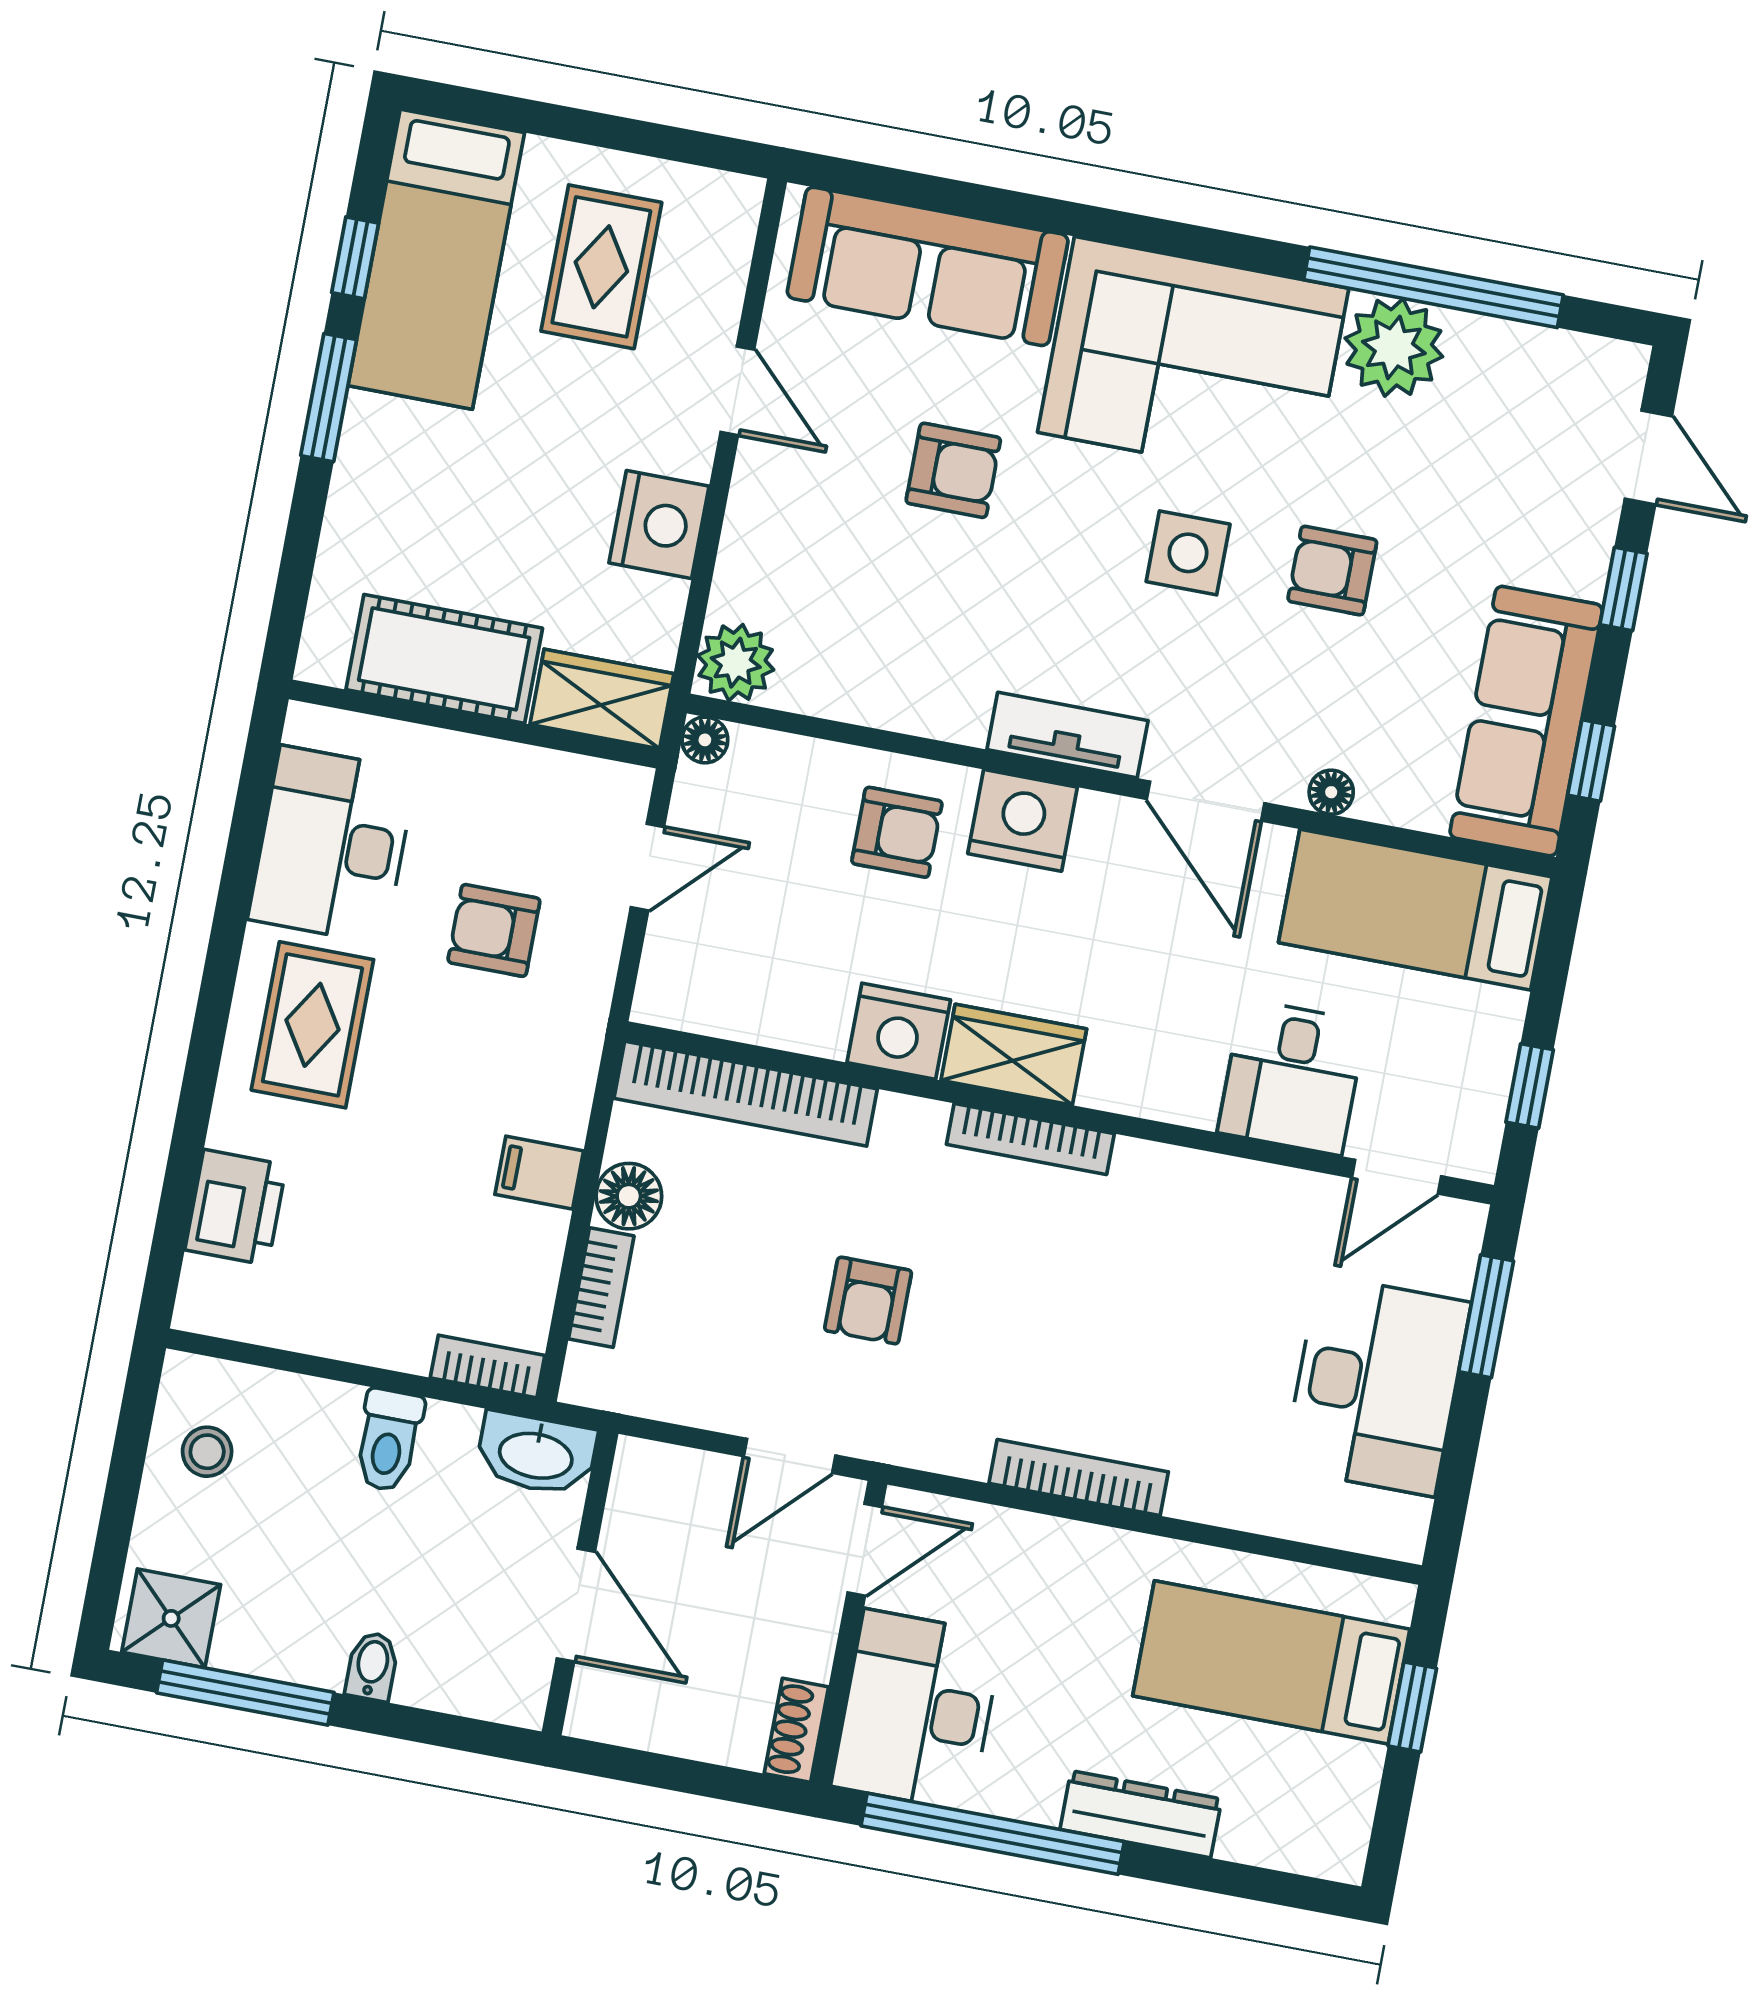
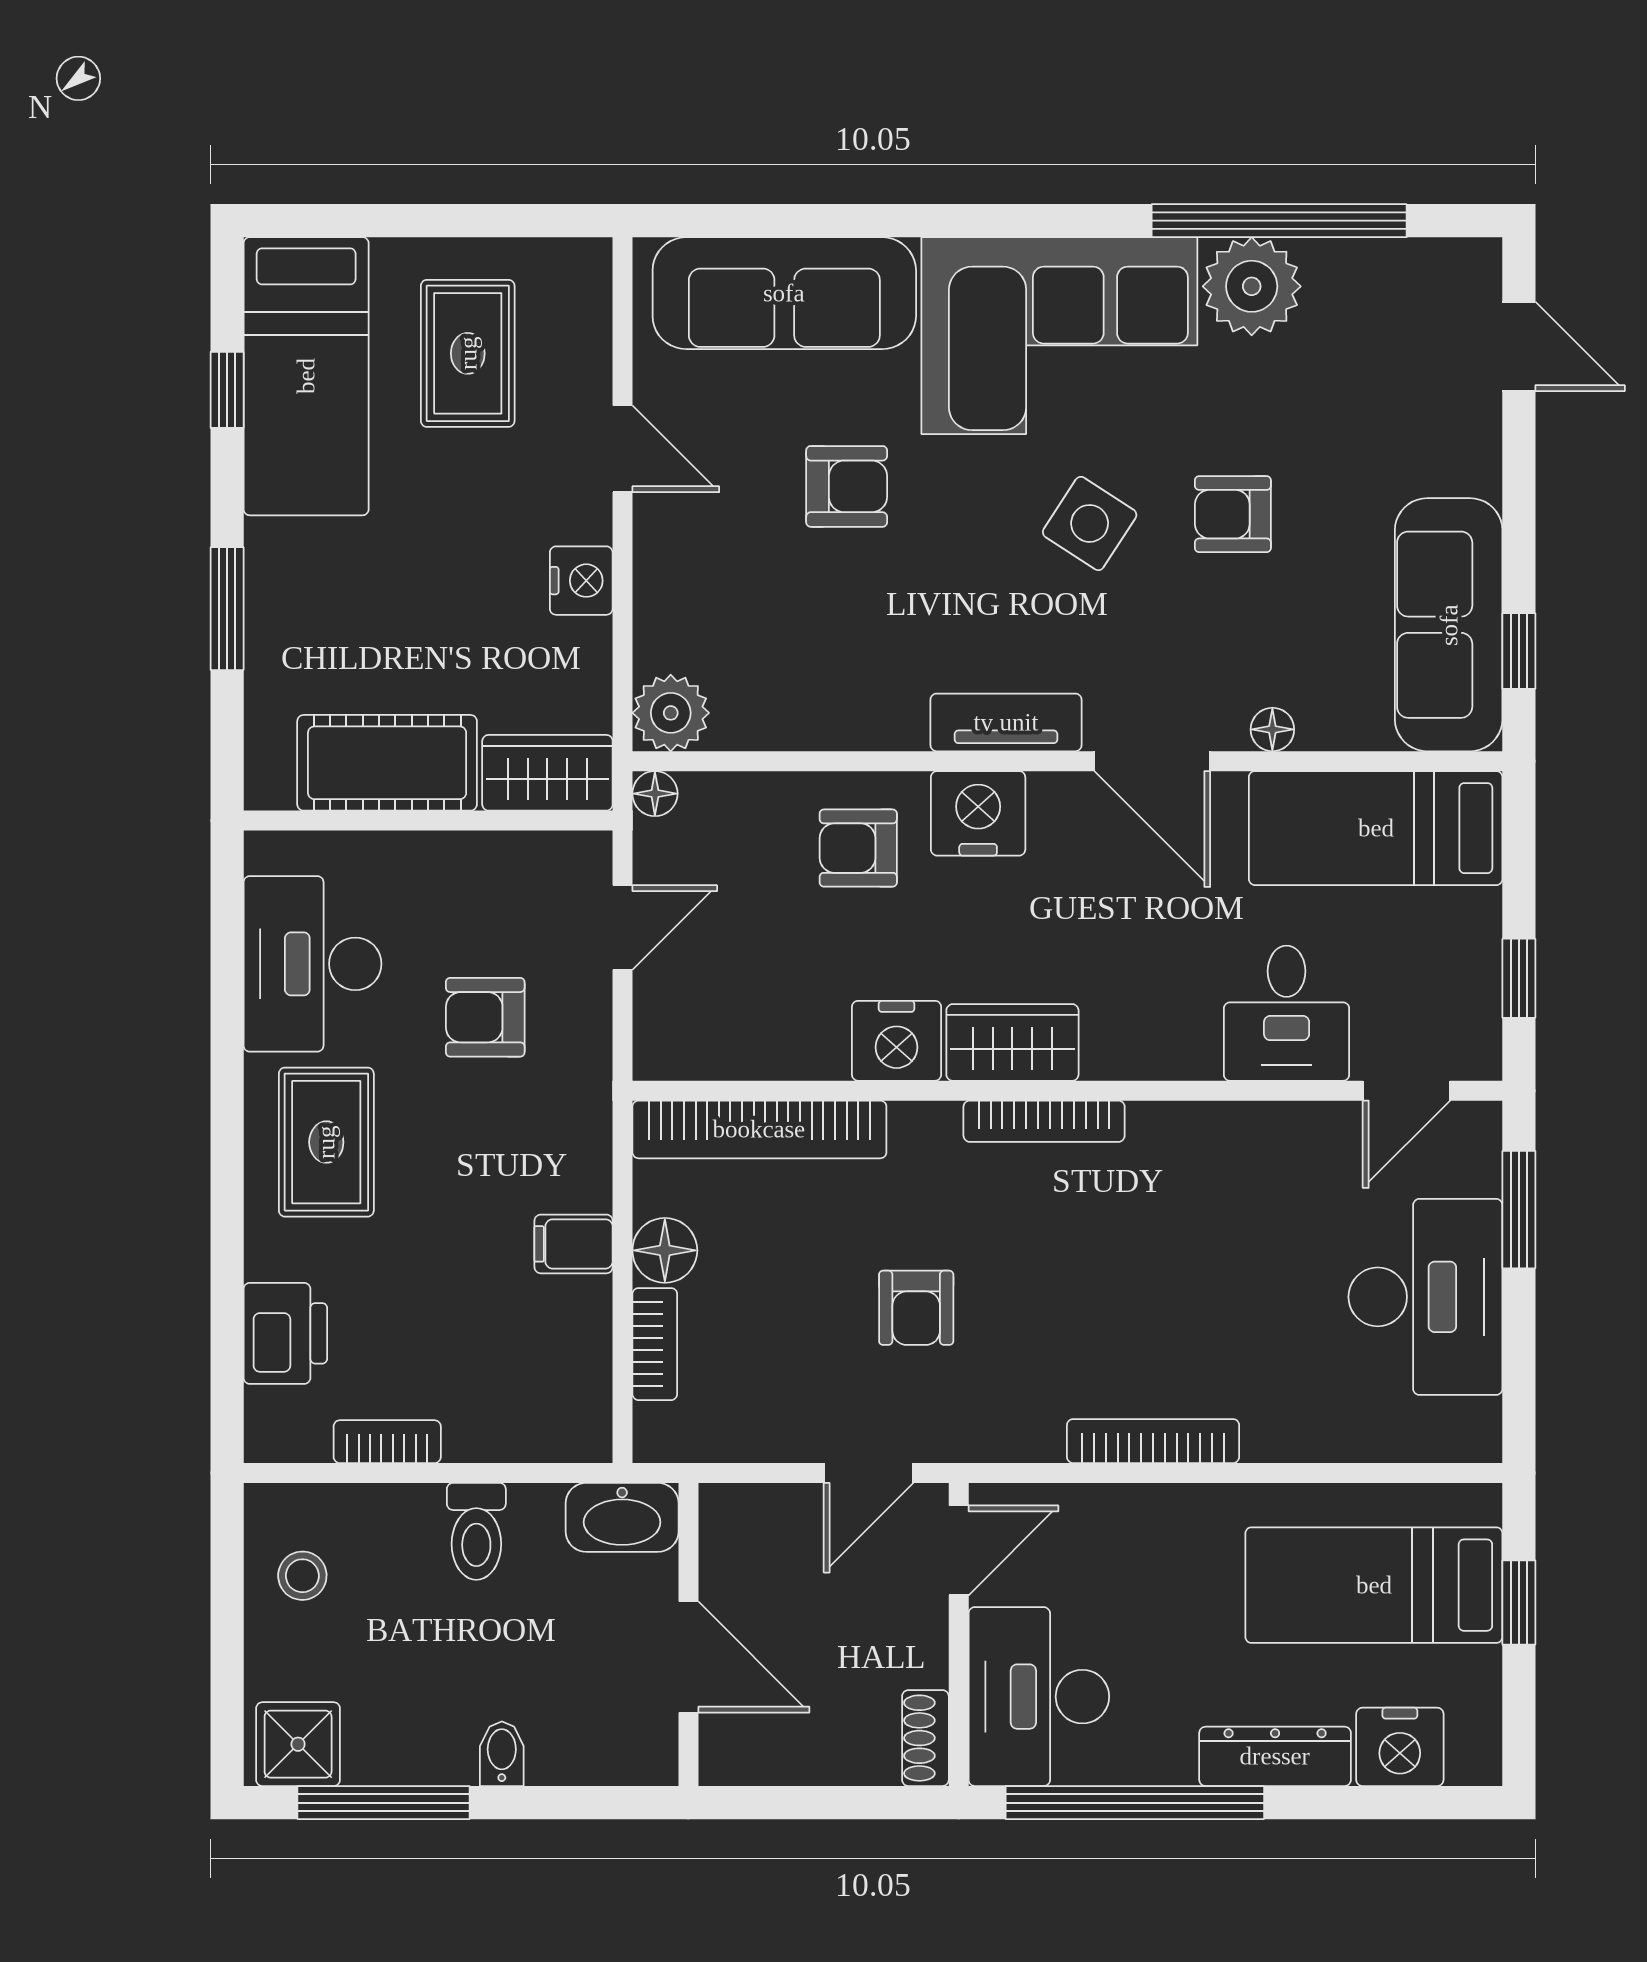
window: (329, 398) -> (227, 609), moved
nightstand: (659, 524) -> (581, 581), width x0.74, depth x0.75
side table: (1188, 553) -> (1090, 523), turned 33
window: (1623, 589) -> (1519, 479), removed
armchair: (897, 832) -> (858, 848), turned 180
bookcase: (488, 1367) -> (387, 1442), moved
nightstand: (1267, 1828) -> (1400, 1747), added

